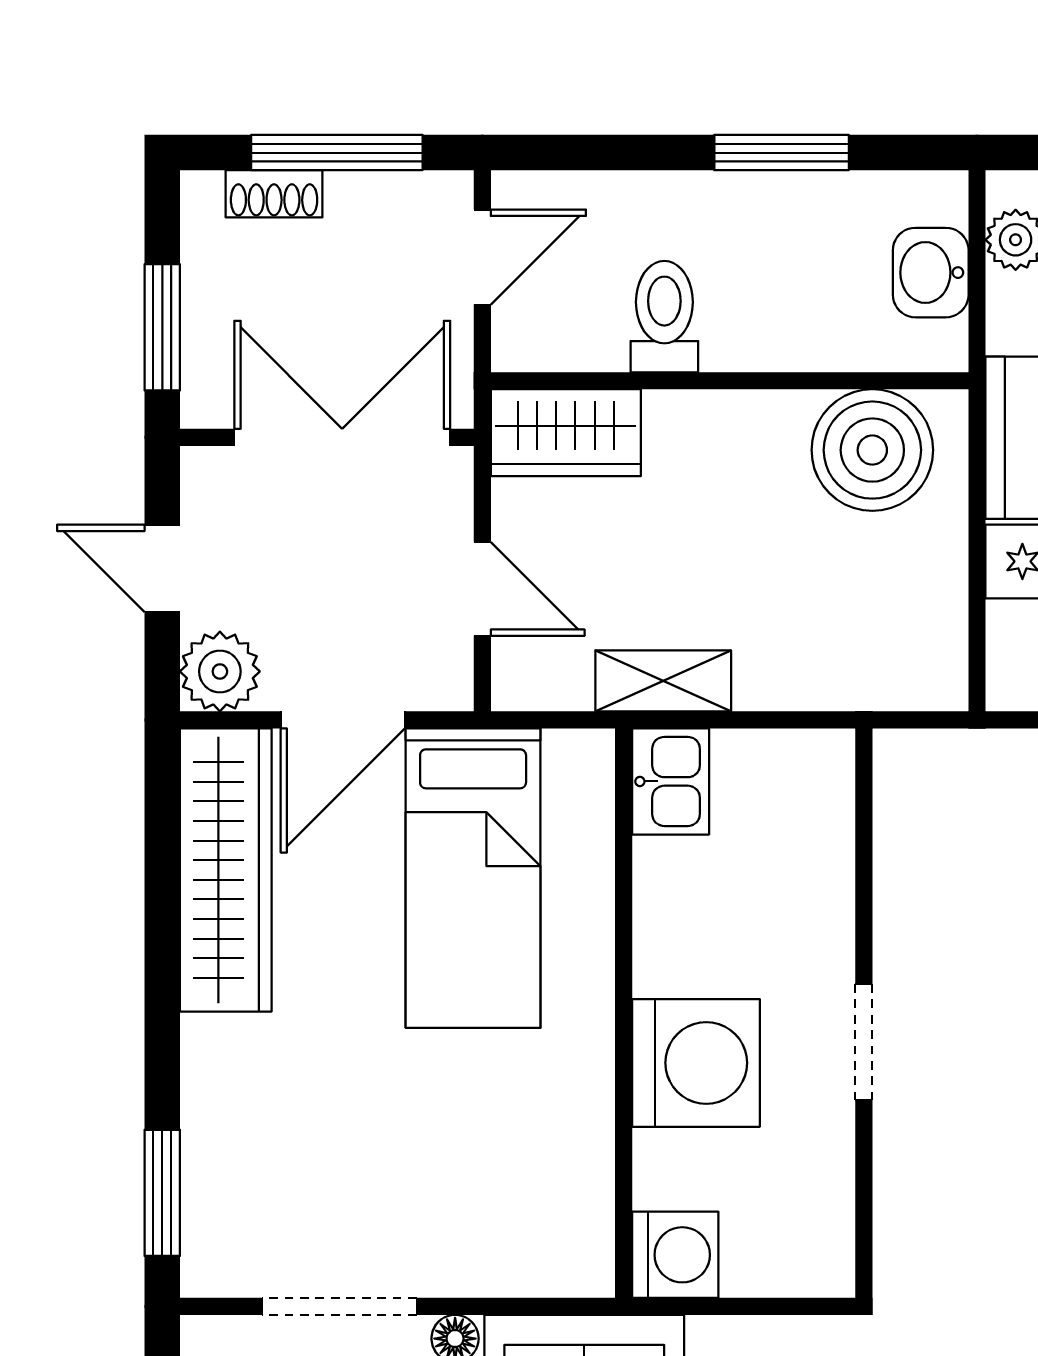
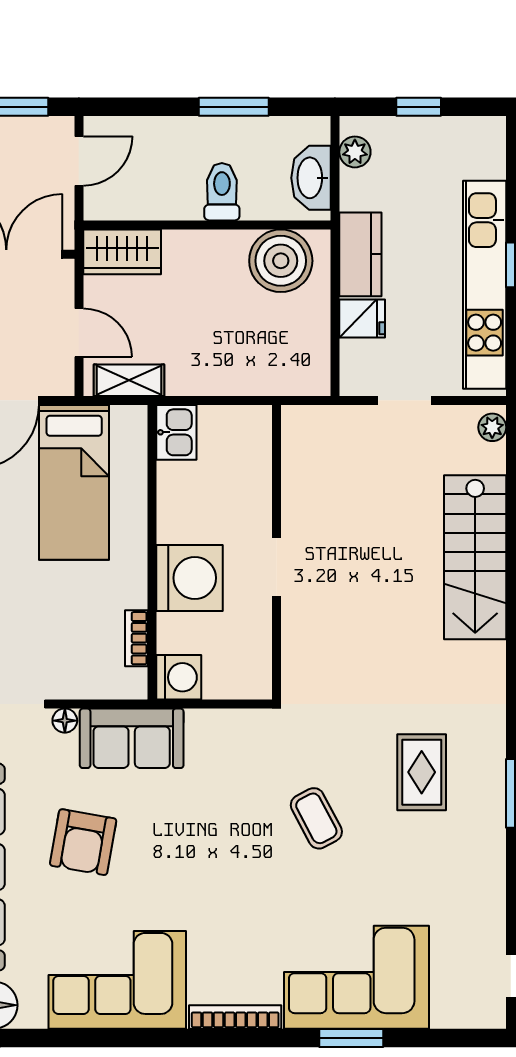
washbasin: (931, 273) -> (311, 178), width x1.38
toilet: (664, 317) -> (222, 192), moved
shelving: (663, 681) -> (129, 380), moved
bookcase: (593, 1179) -> (136, 638), added

